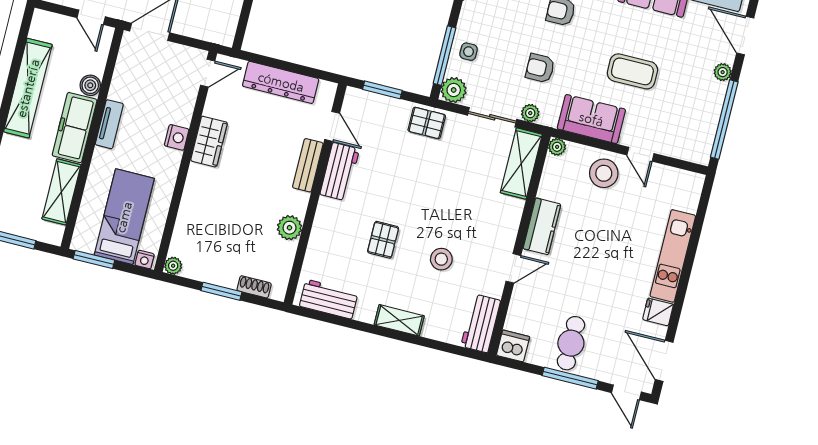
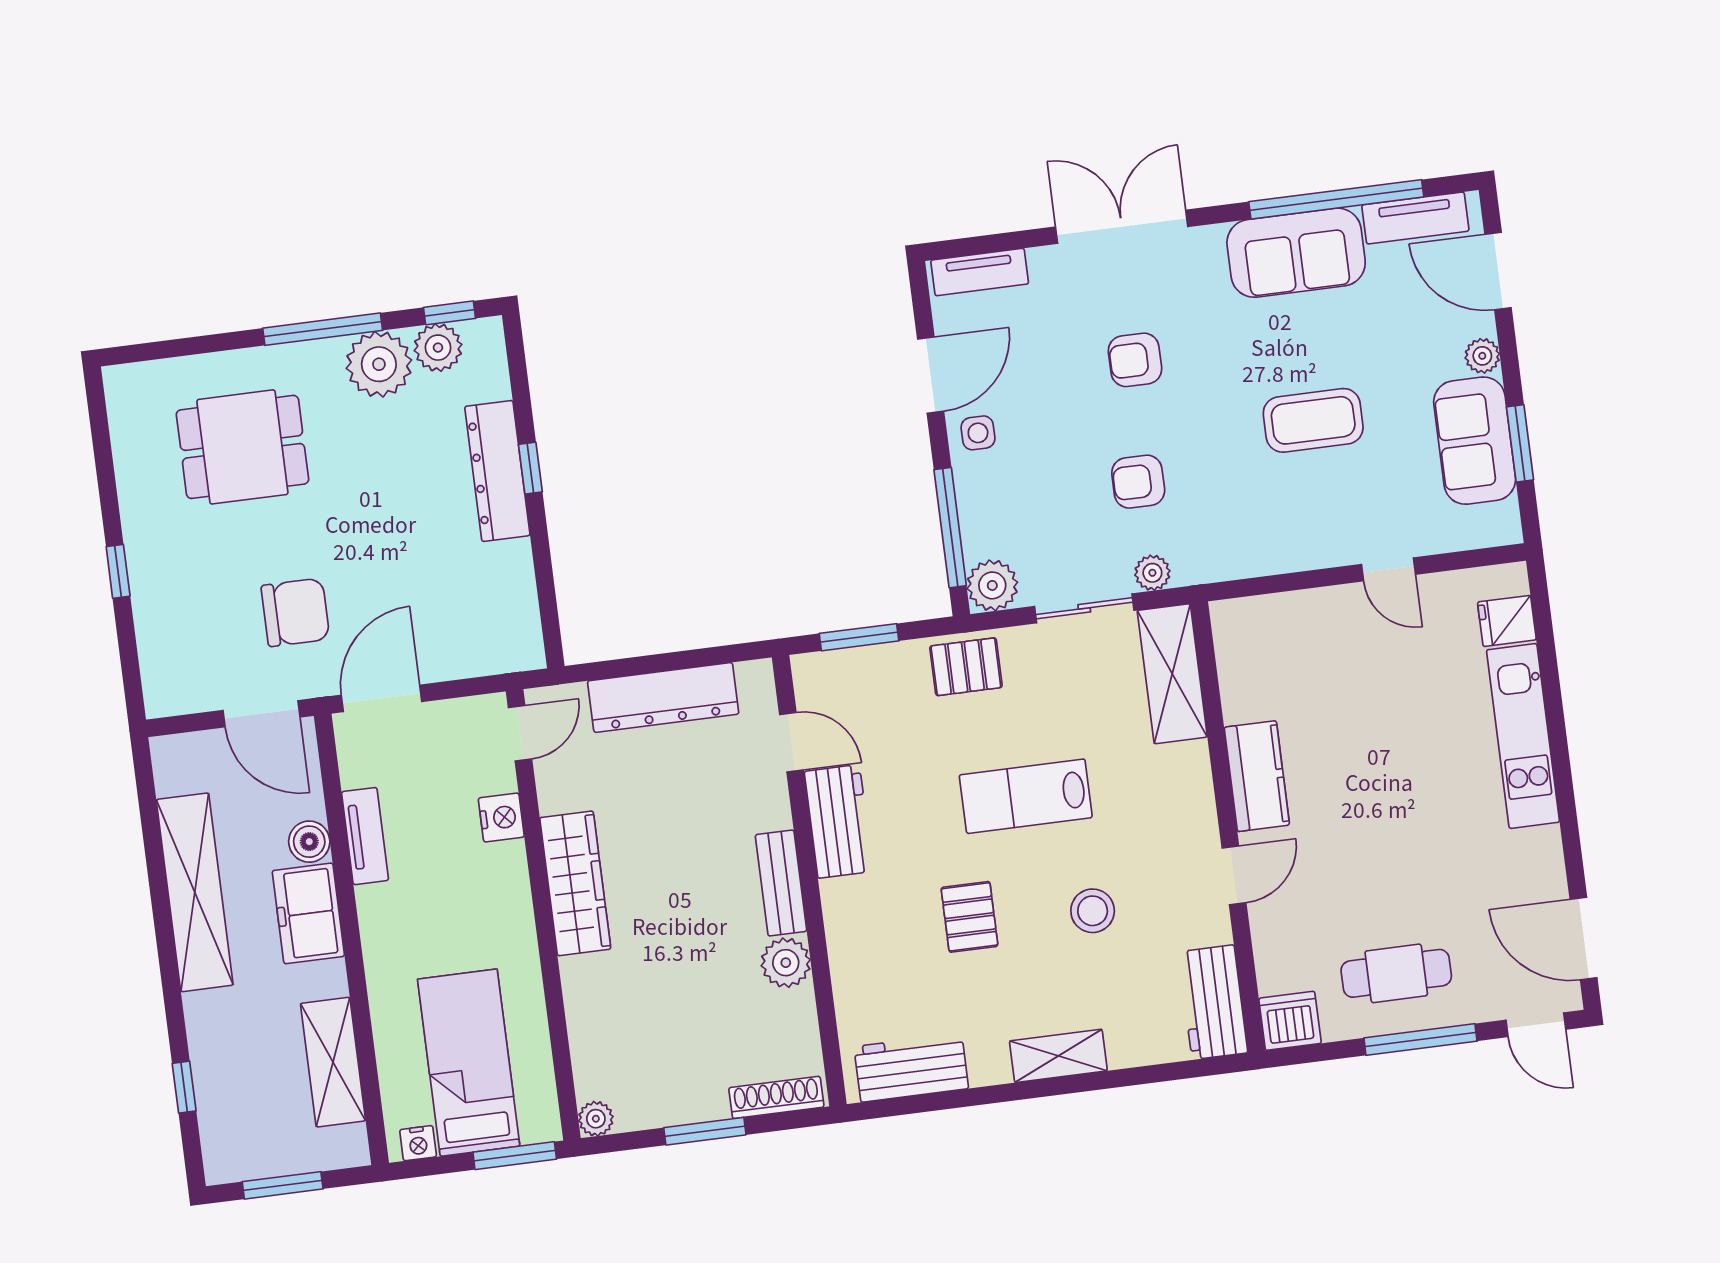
door: (91, 17) -> (262, 714), width x1.38
side table: (469, 52) -> (978, 433), moved
sofa: (591, 119) -> (1475, 441), moved, turned -90
window: (724, 120) -> (1520, 443), width x0.47
tv unit: (109, 124) -> (365, 836), moved
freezer: (75, 128) -> (308, 913), width x0.71
nightstand: (177, 137) -> (501, 817), moved
wardrobe: (209, 142) -> (575, 883), width x1.50
plant: (557, 147) -> (1227, 616), removed
bench: (308, 165) -> (781, 883), moved
stool: (604, 173) -> (1334, 632), removed
lab bench: (431, 194) -> (1026, 796), added
window: (94, 259) -> (515, 1156), moved
nightstand: (145, 260) -> (418, 1143), moved
shoe rack: (254, 287) -> (776, 1097), width x1.43
fridge: (658, 312) -> (1507, 621), moved
cafe table: (571, 343) -> (1396, 973), turned 90

